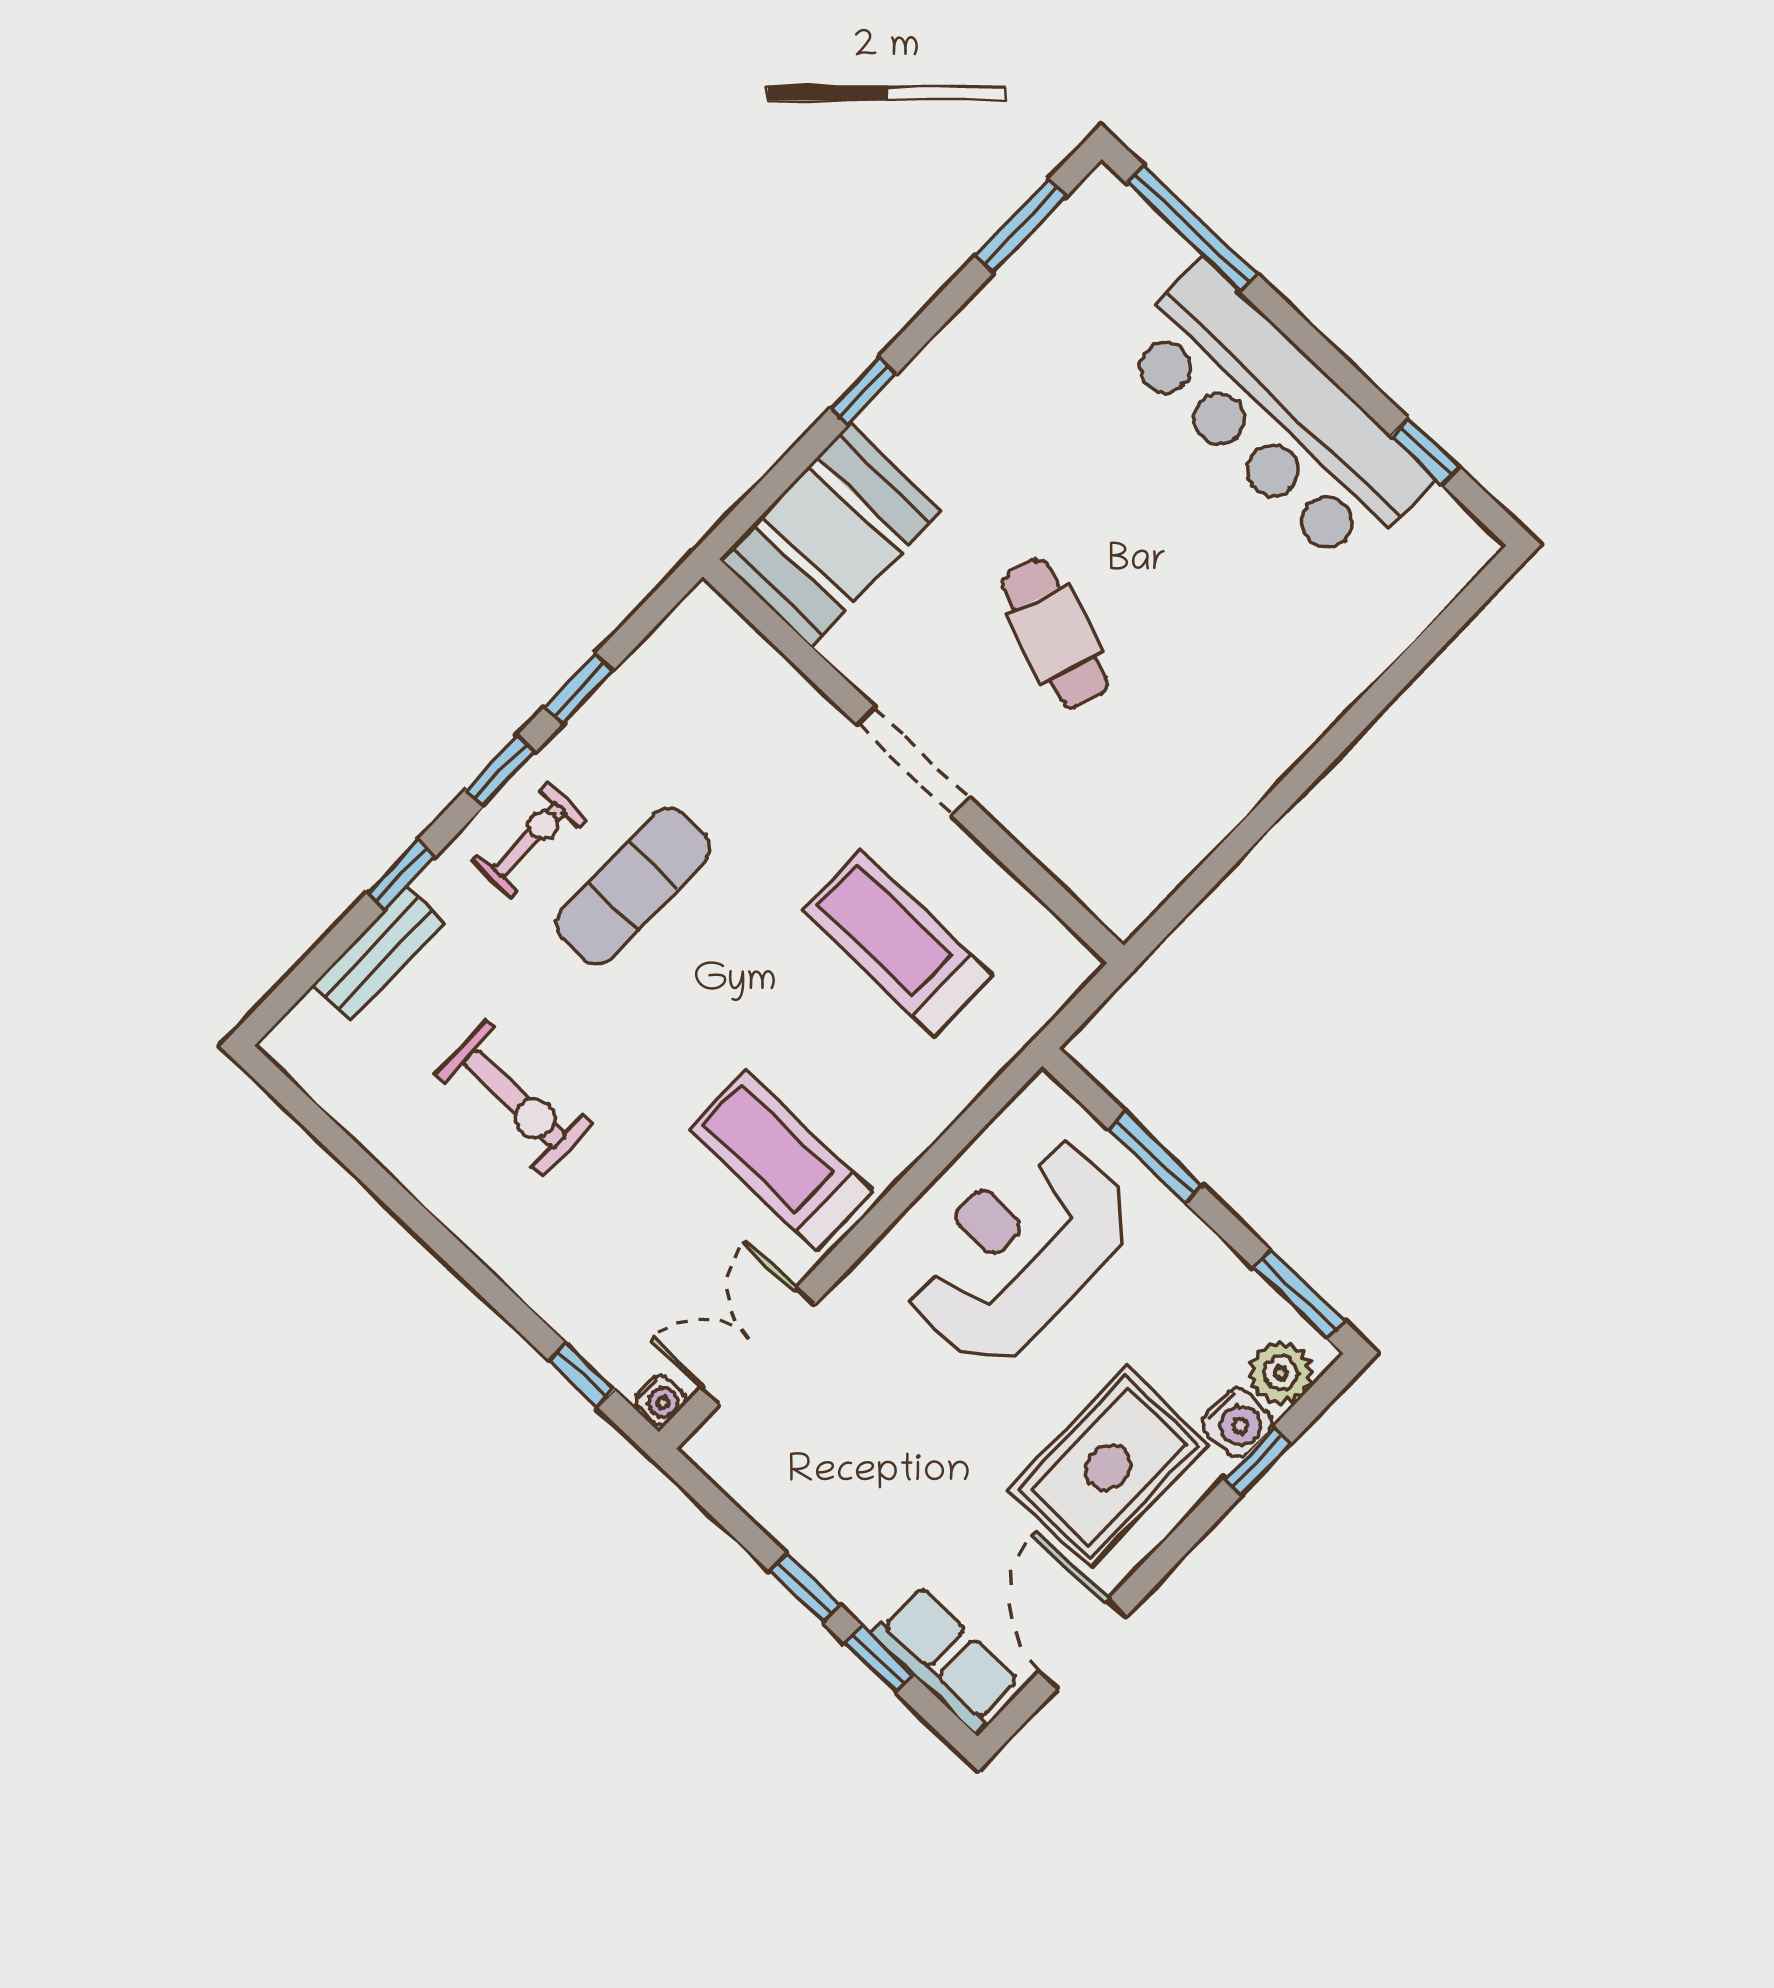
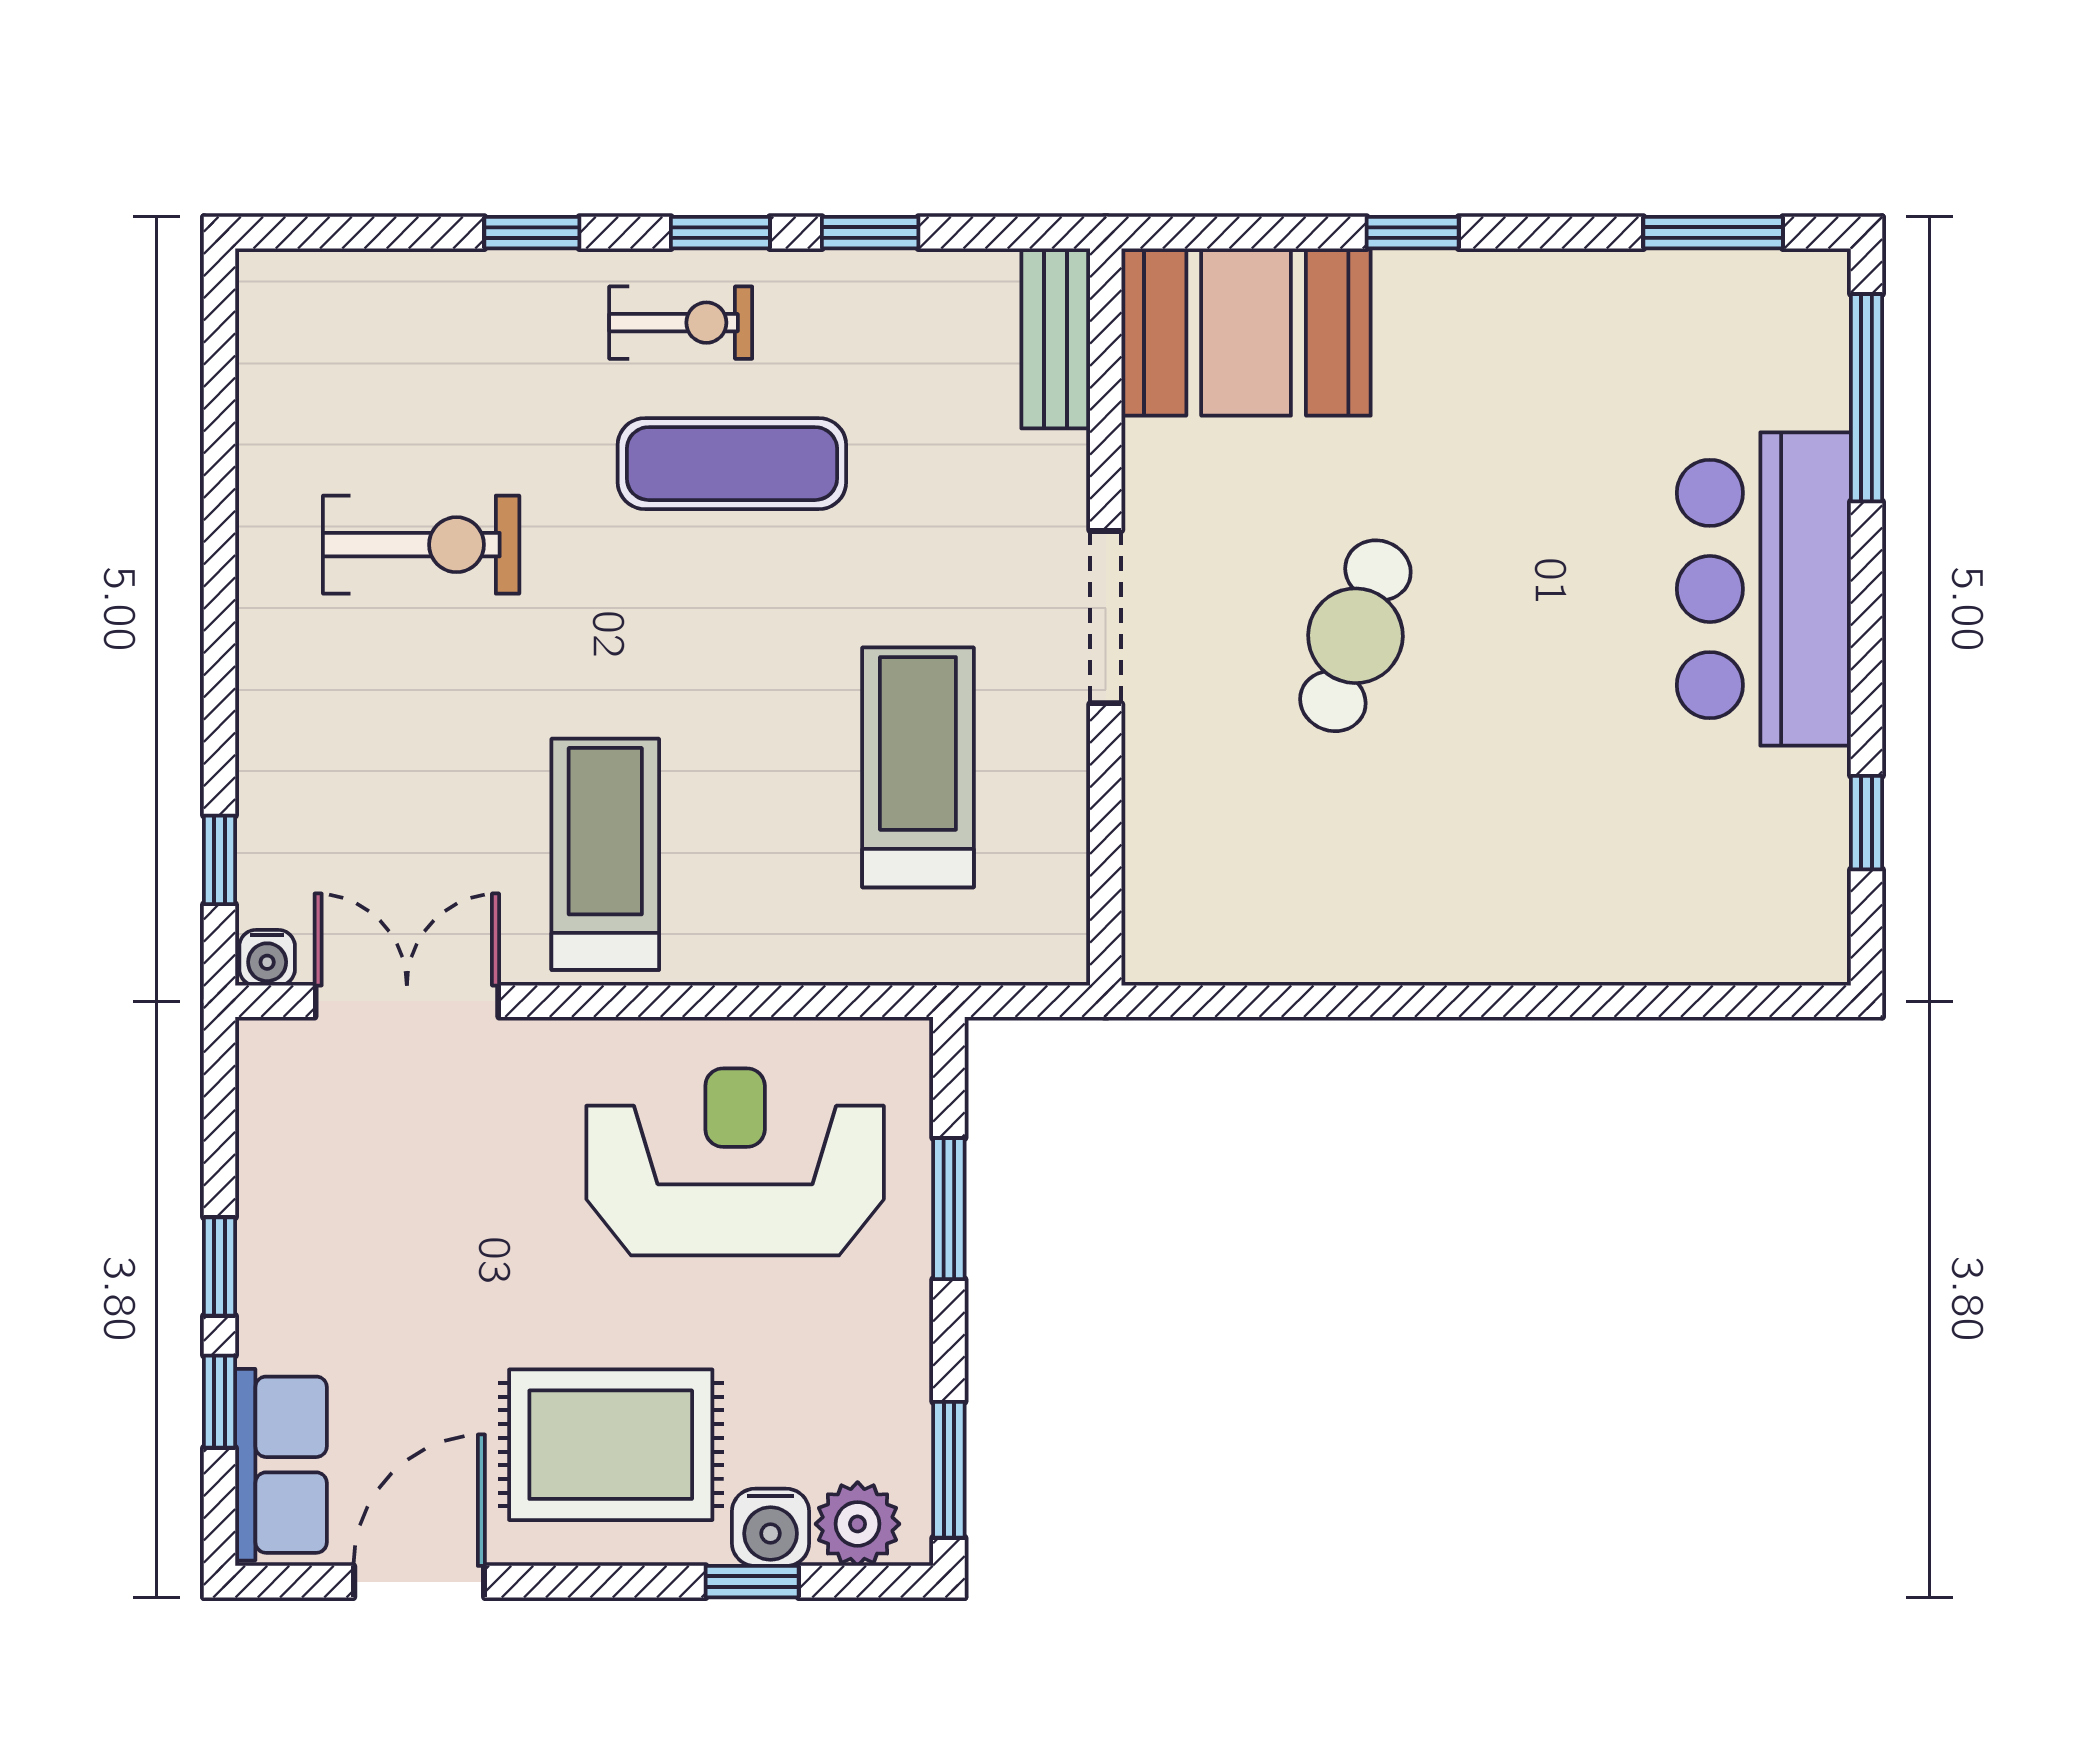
bar counter: (1274, 415) -> (1764, 589), width x0.73
bench: (379, 953) -> (1056, 338), moved, turned 90
exercise bike: (514, 1099) -> (421, 545), turned -90

